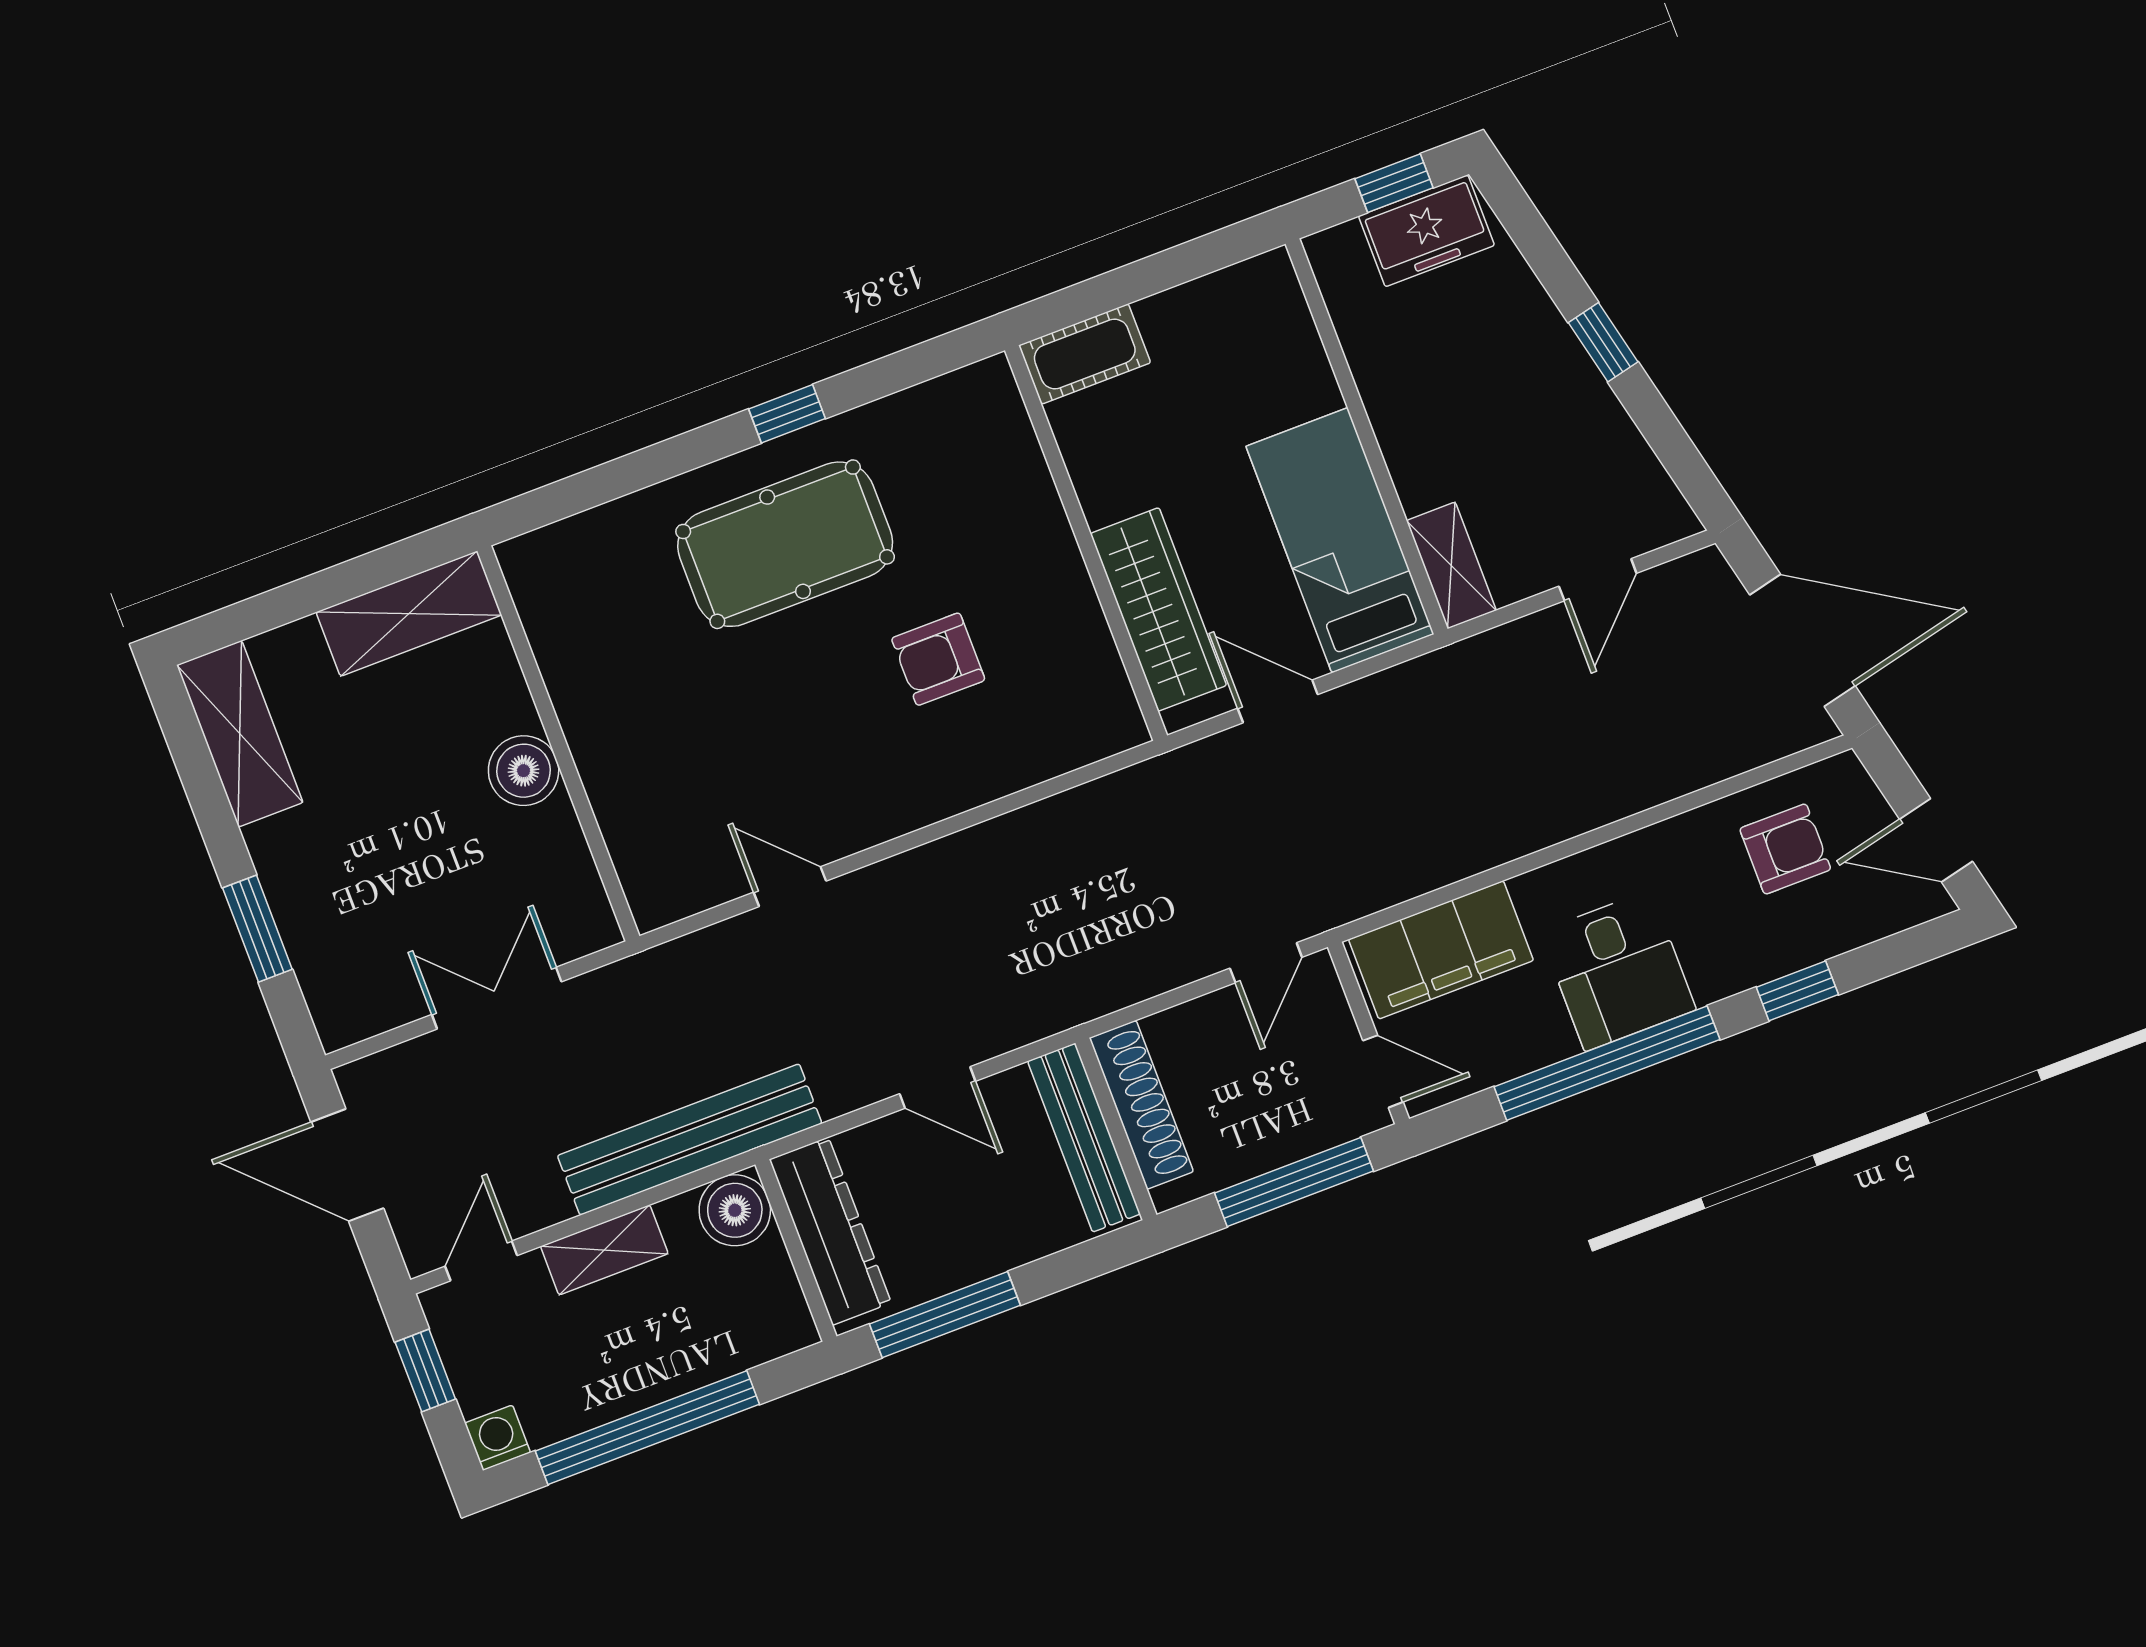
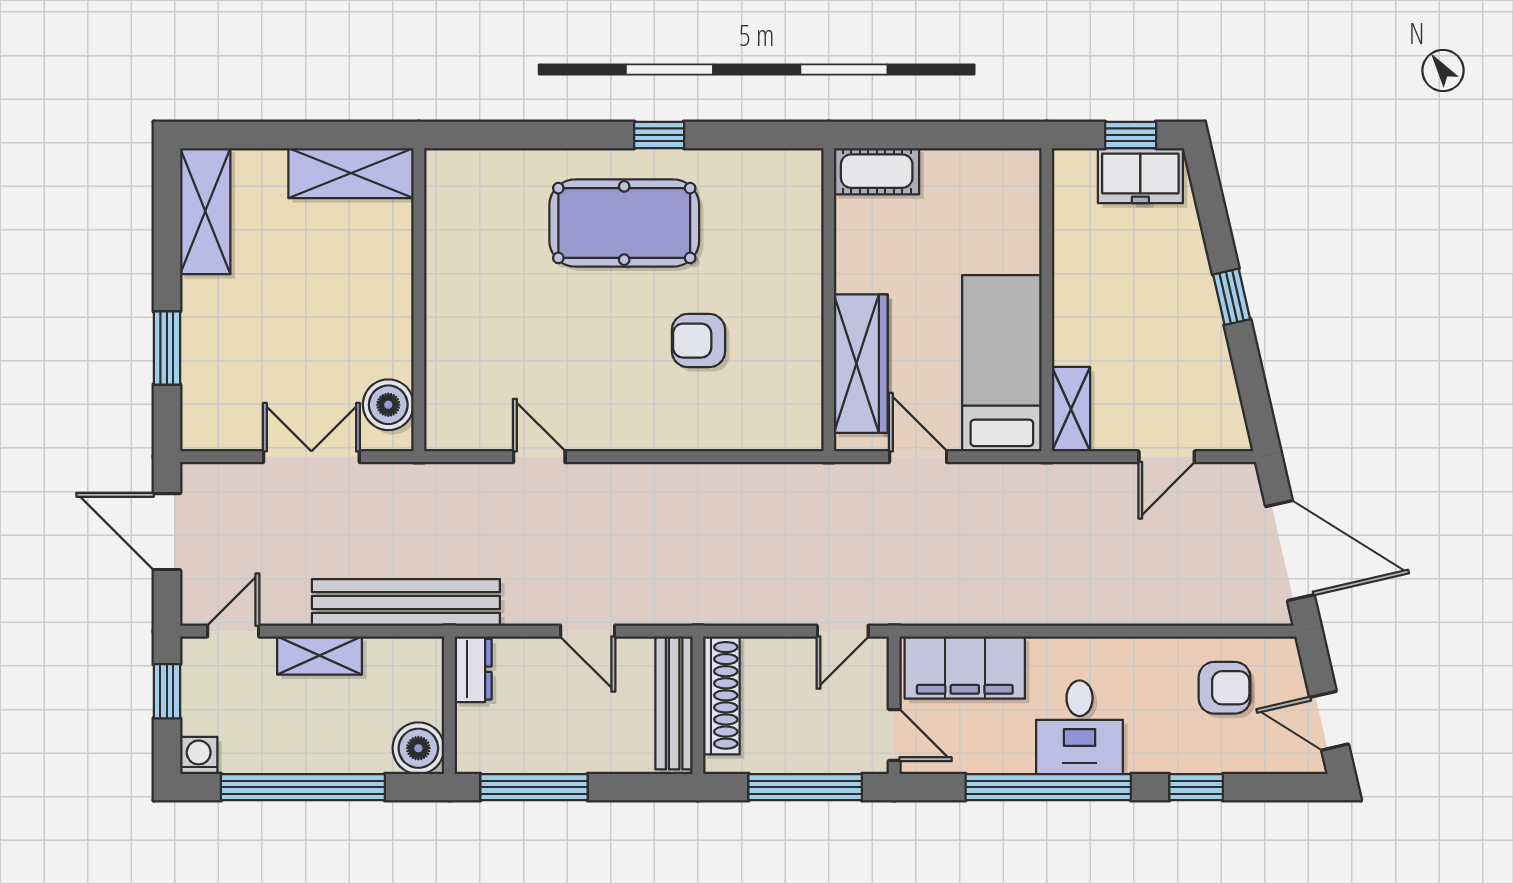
boiler: (524, 771) -> (388, 405), moved
boiler: (735, 1210) -> (418, 748), moved
dresser: (830, 1231) -> (473, 669), width x0.51, depth x0.80

